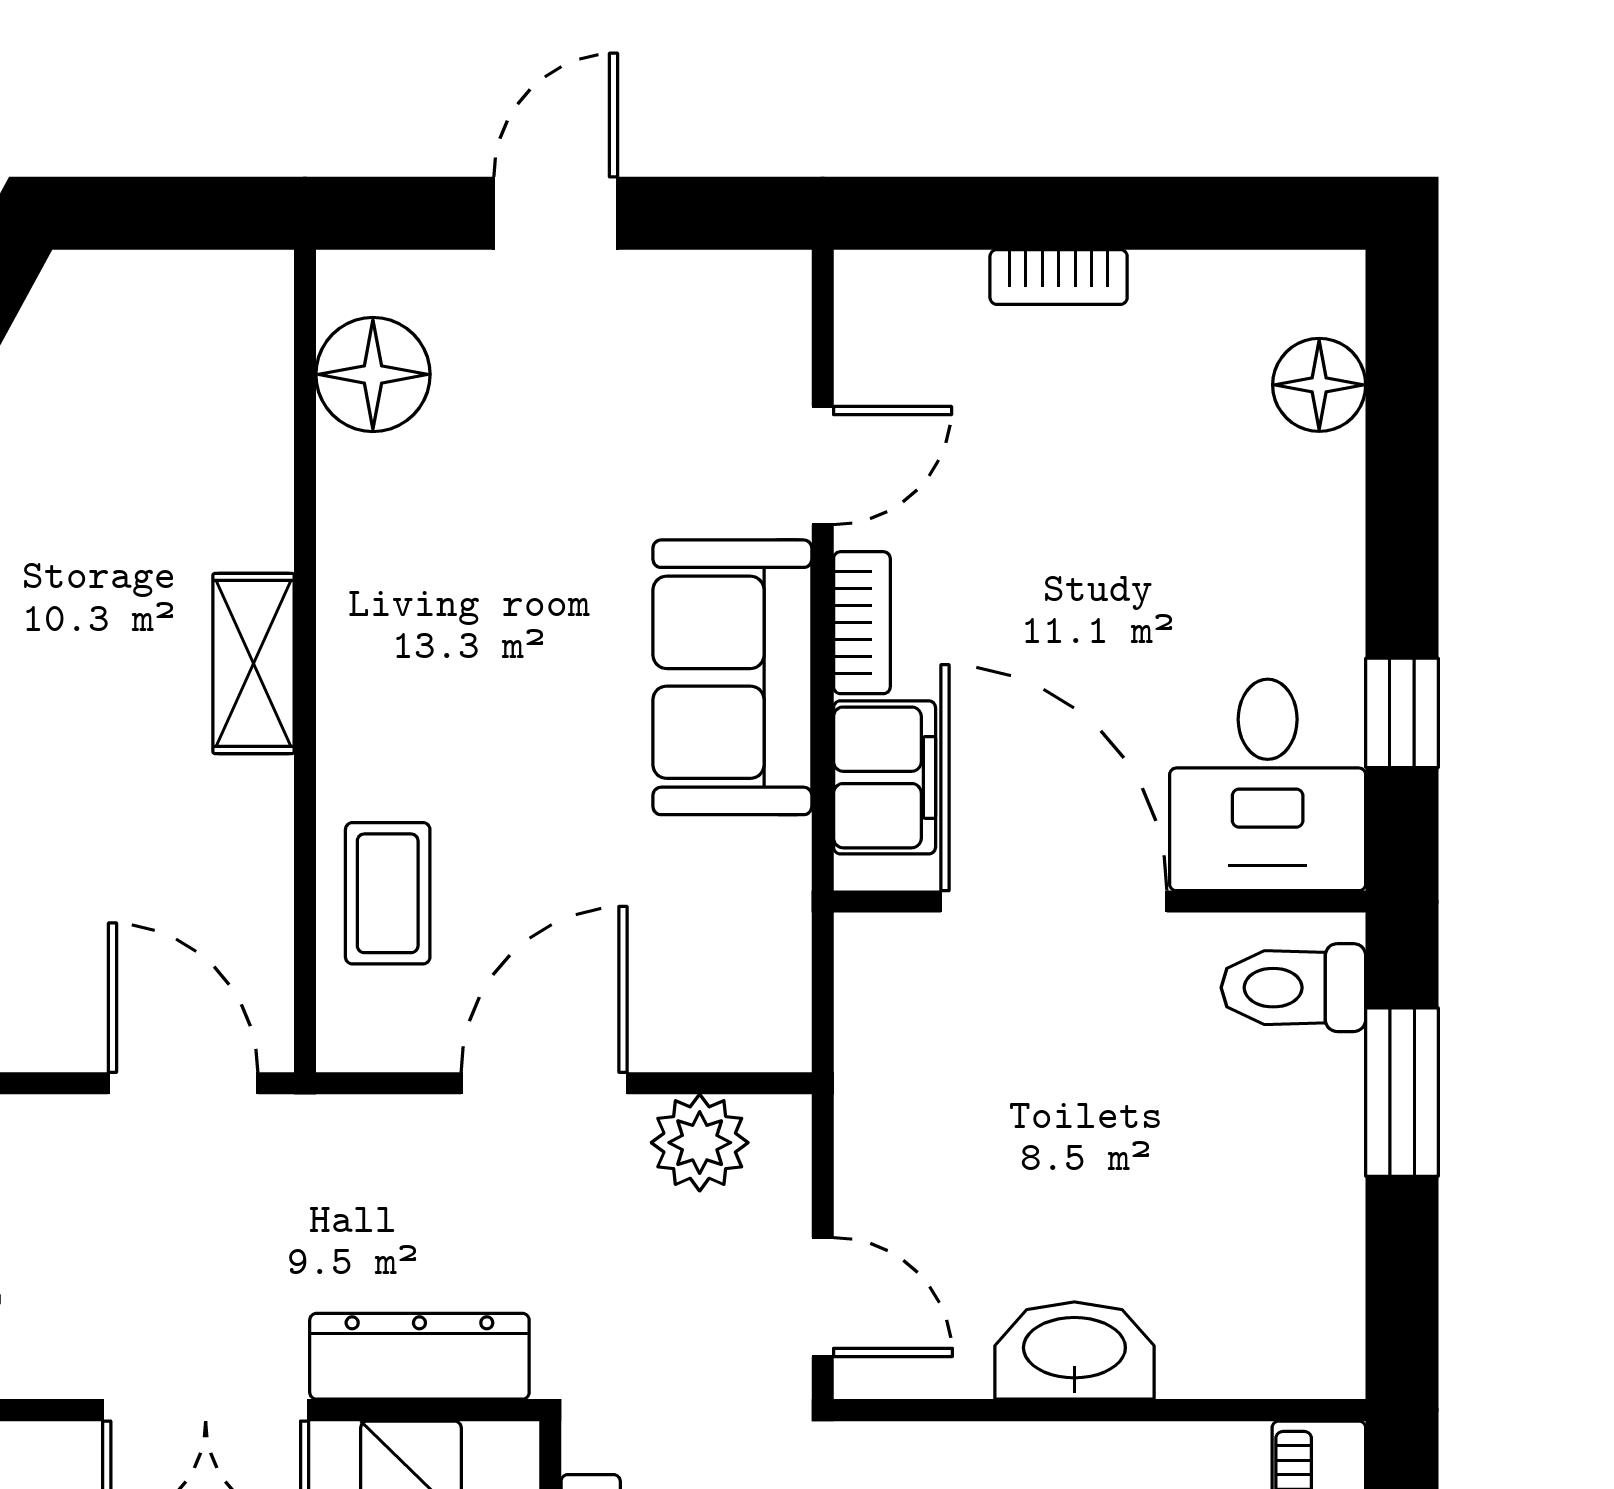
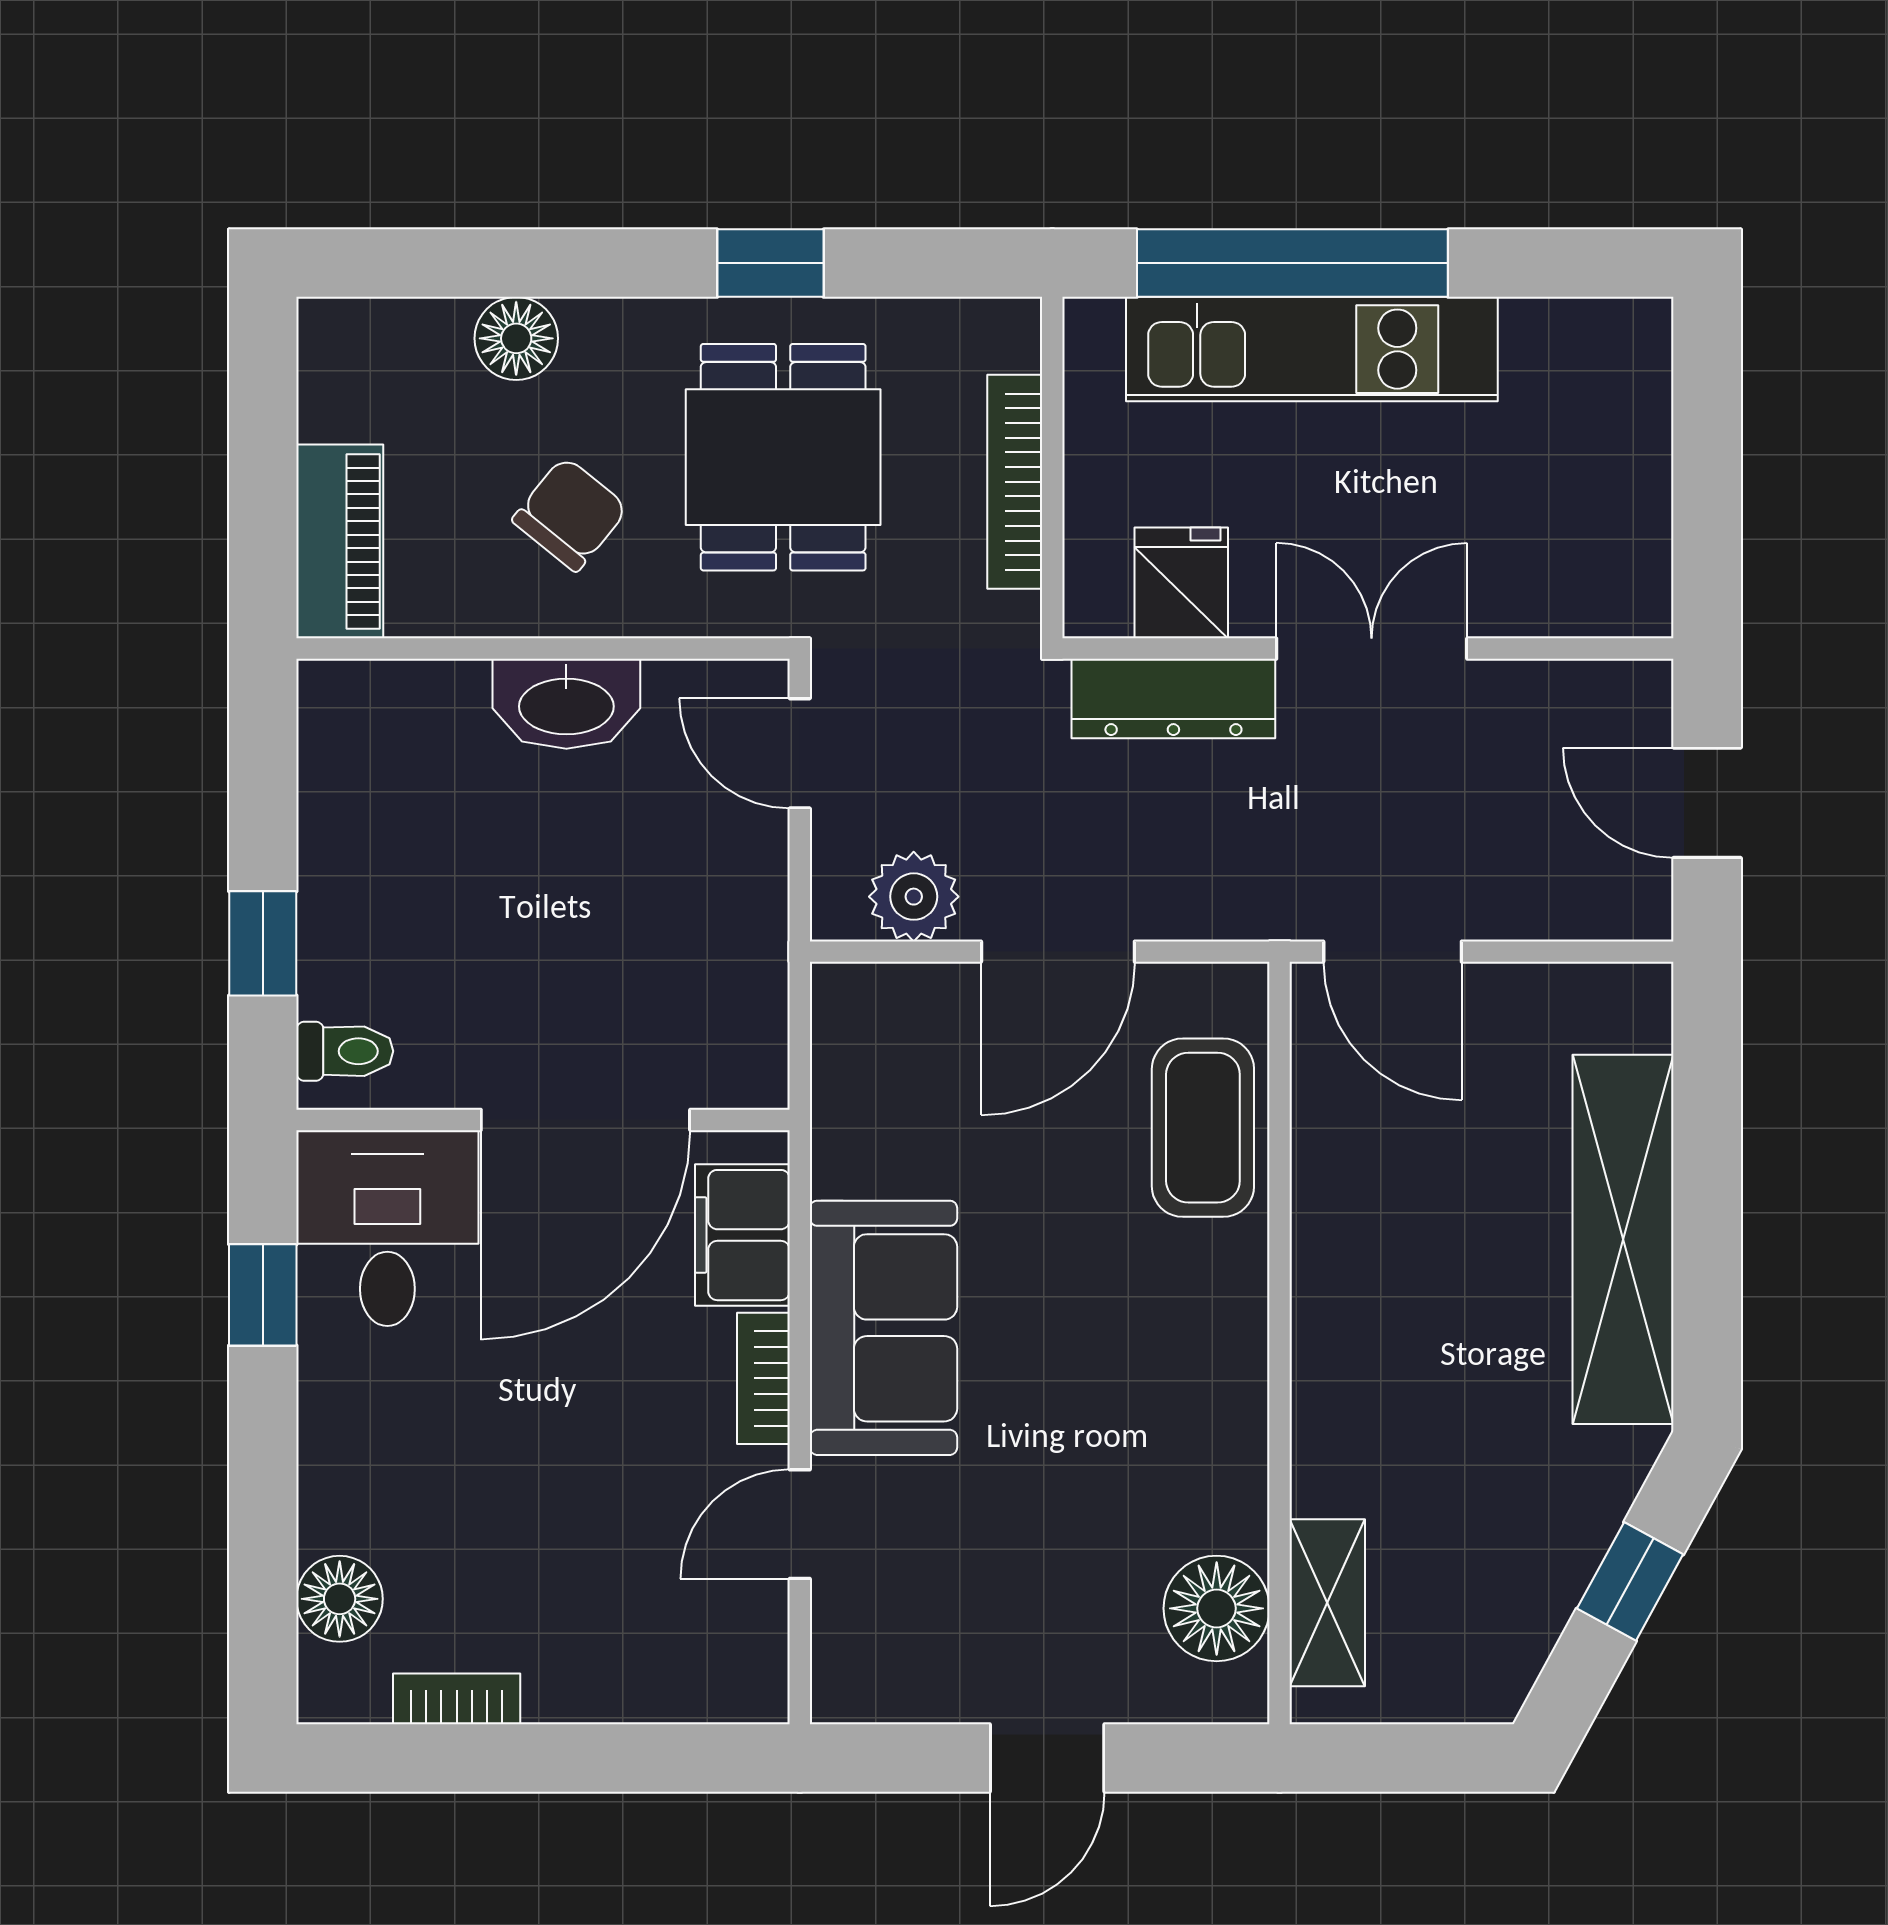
bookcase: (1059, 277) -> (457, 1699), moved
shelving: (254, 663) -> (1327, 1603), moved
coffee table: (388, 893) -> (1203, 1128), width x1.36, depth x1.30
door: (1054, 902) -> (585, 1120), hinge flipped
toilet: (1293, 988) -> (345, 1051), width x0.73, depth x0.72
window: (1402, 1092) -> (263, 943), width x0.67

